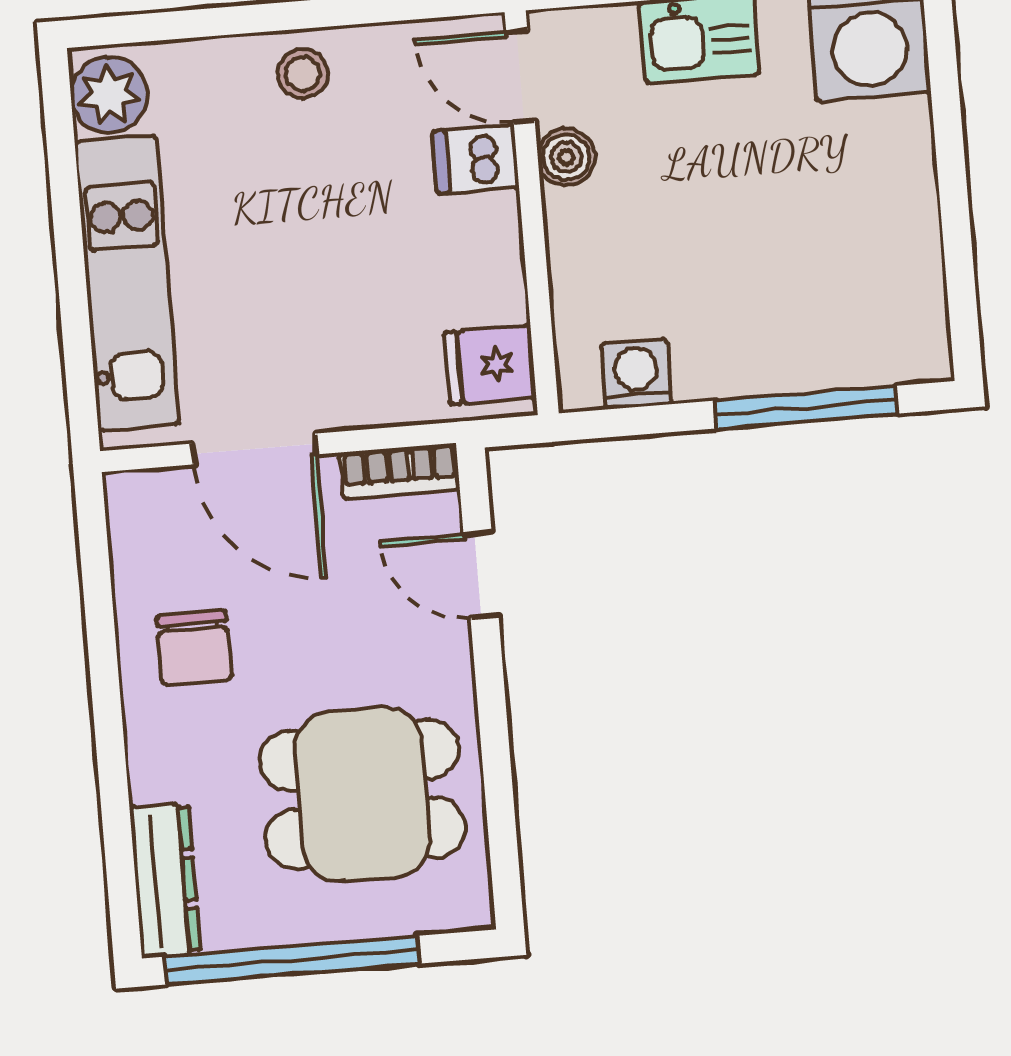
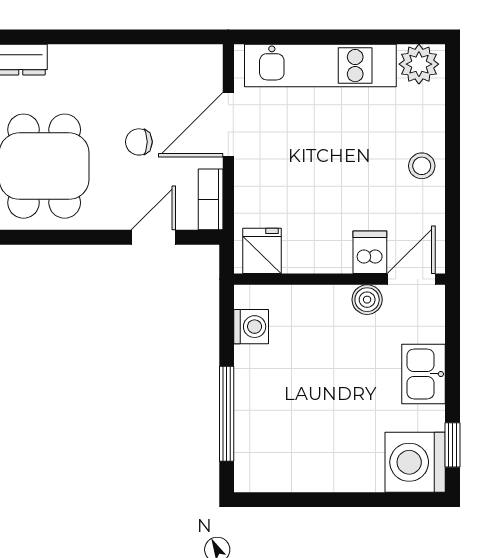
chair: (194, 647) -> (139, 142), moved, width x0.73, depth x0.73

